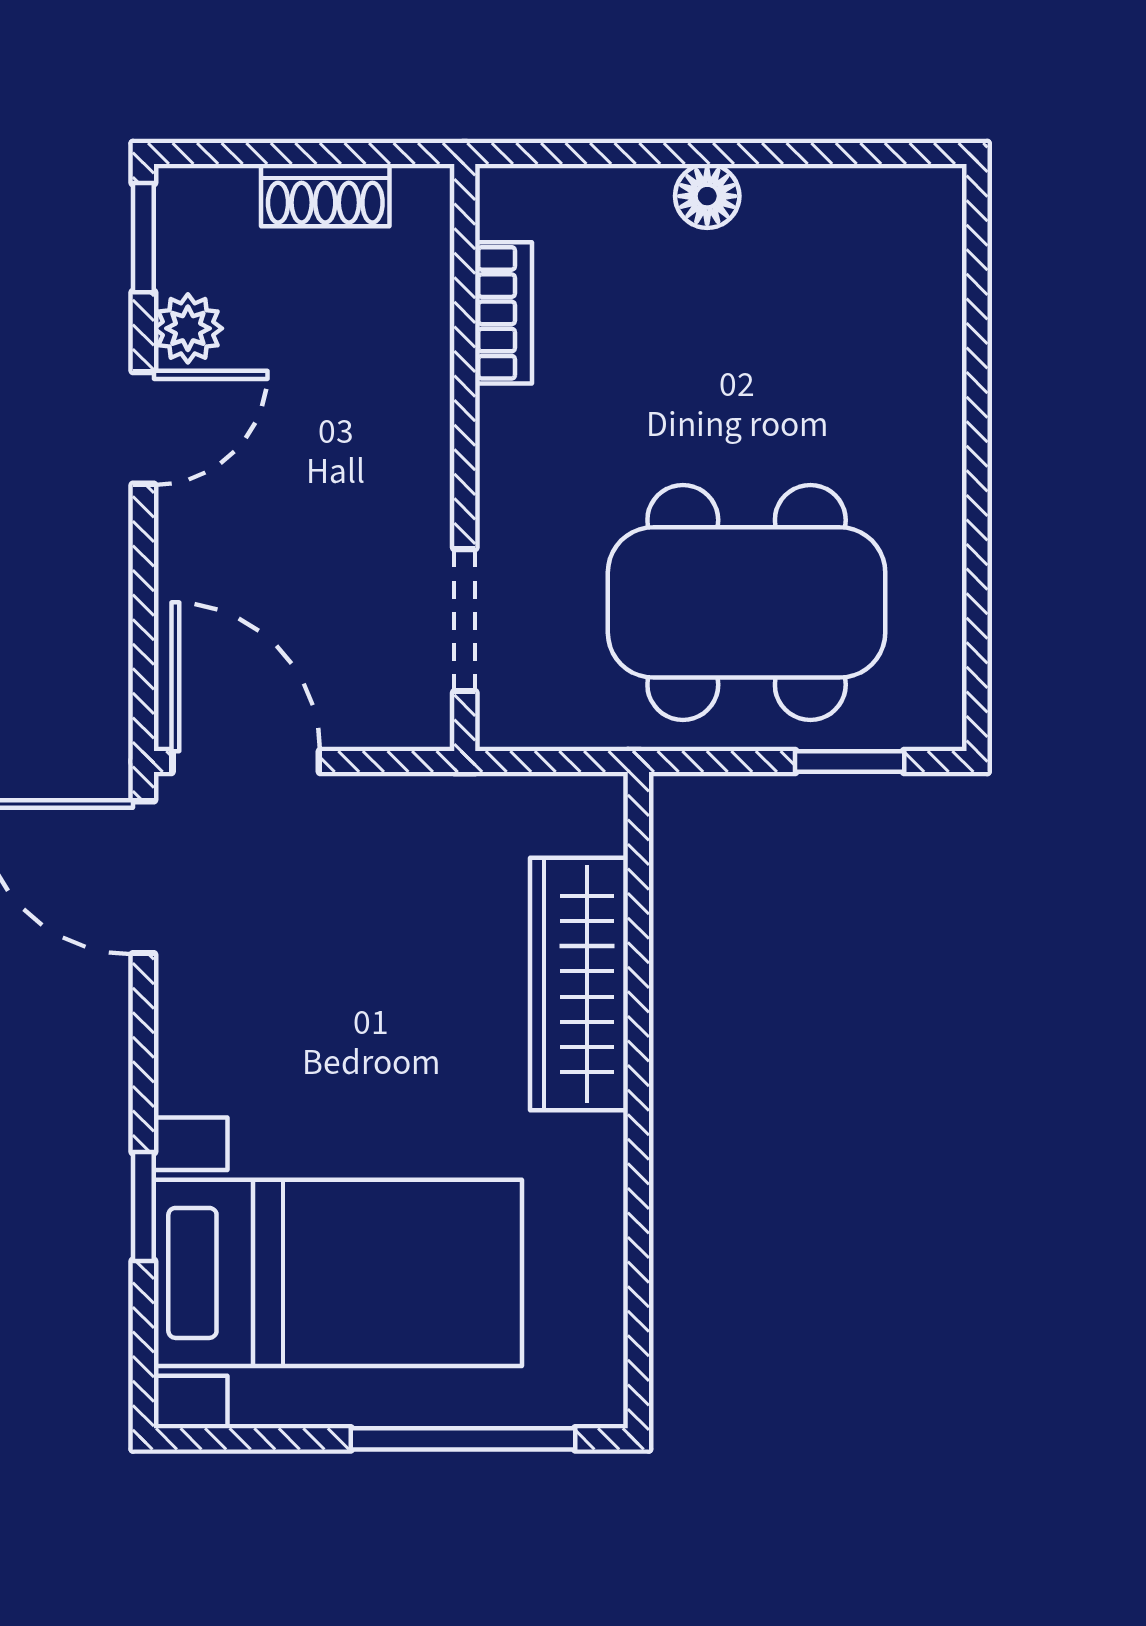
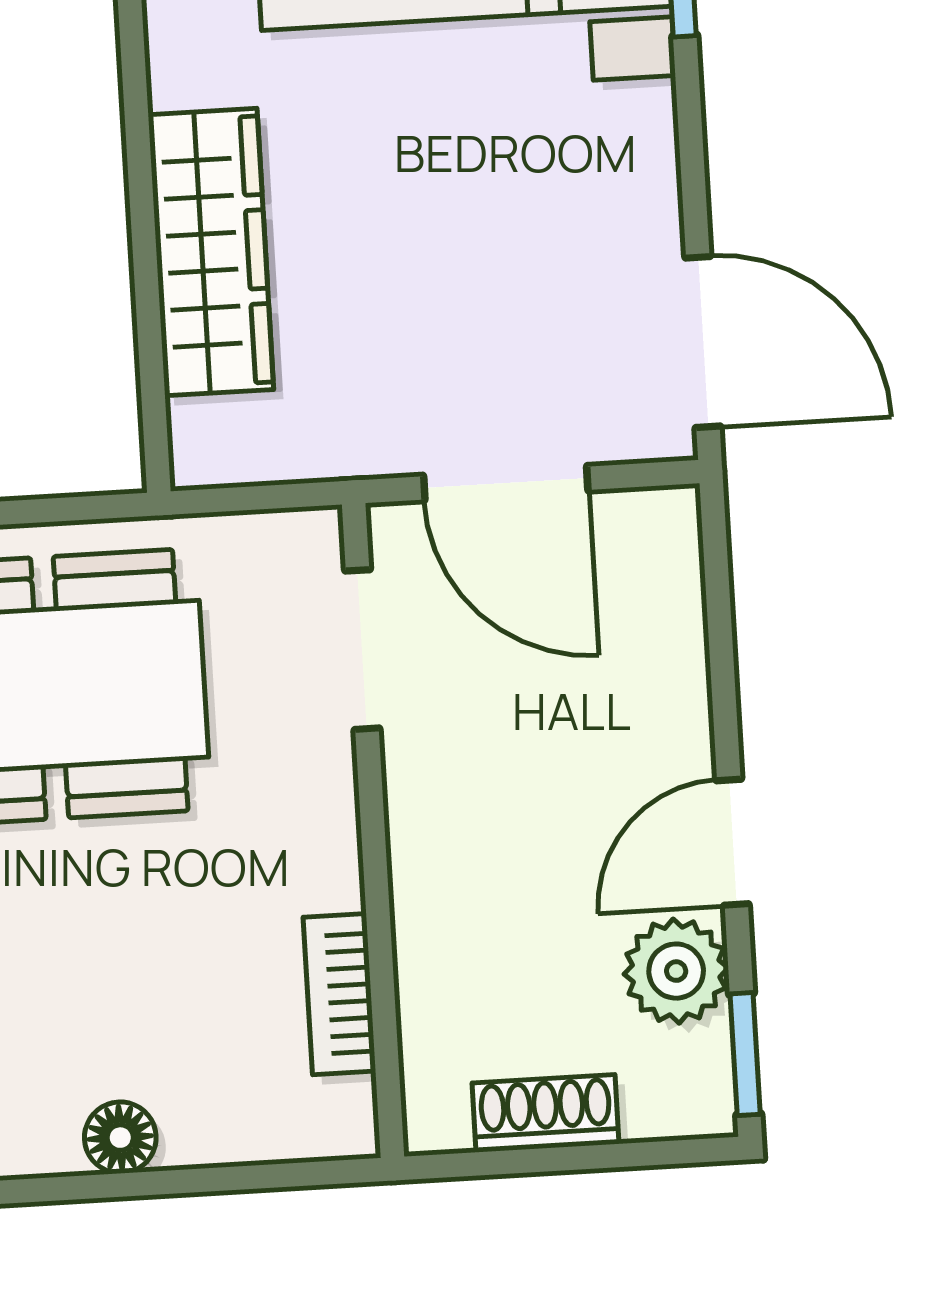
plant: (188, 328) -> (676, 971), width x1.38, depth x1.38
door: (246, 761) -> (506, 483), moved

